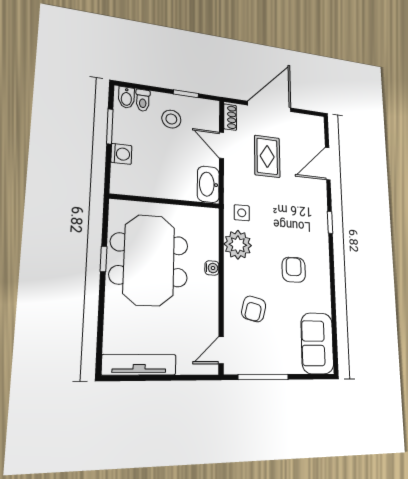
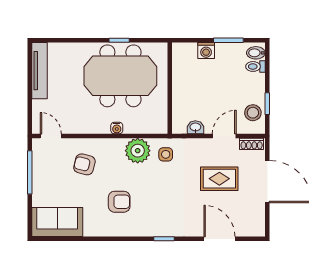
stool: (171, 119) -> (253, 113), moved
washbasin: (208, 184) -> (195, 127), width x0.52, depth x0.69

